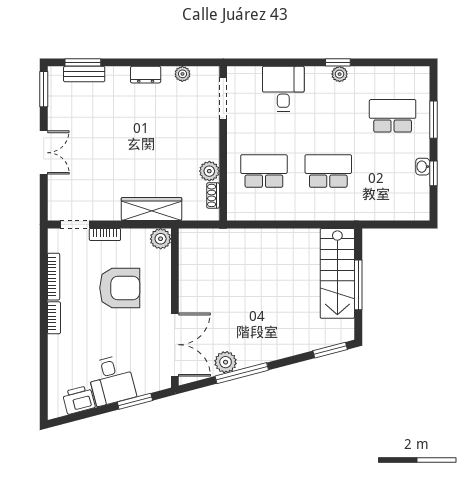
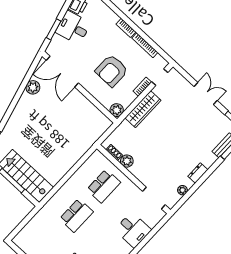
double door: (44, 153) -> (206, 94), swing flipped
wardrobe: (152, 209) -> (143, 109), moved
window: (242, 373) -> (21, 90), removed

